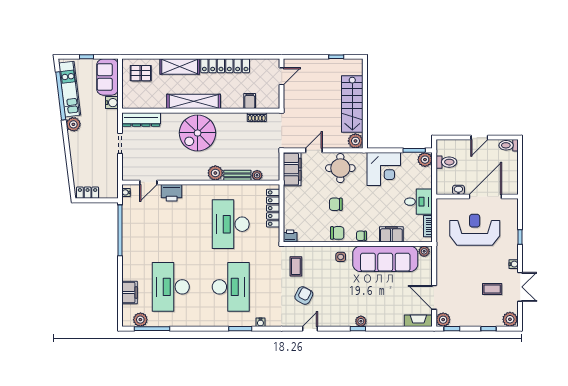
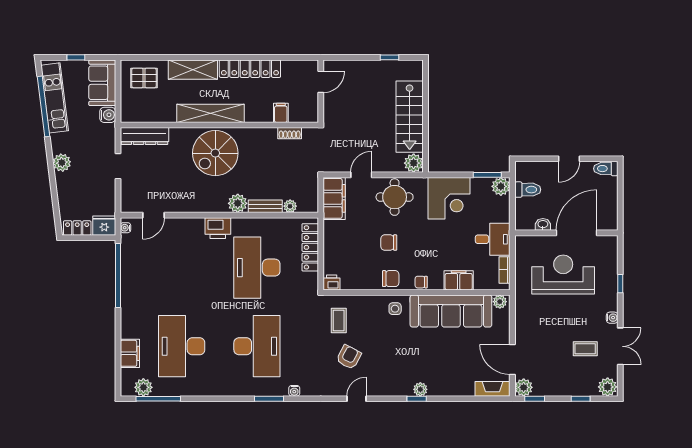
plant: (73, 124) -> (62, 163), moved
fridge: (109, 191) -> (104, 226), added
printer: (172, 193) -> (218, 228), moved

